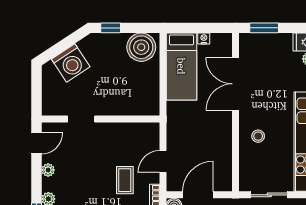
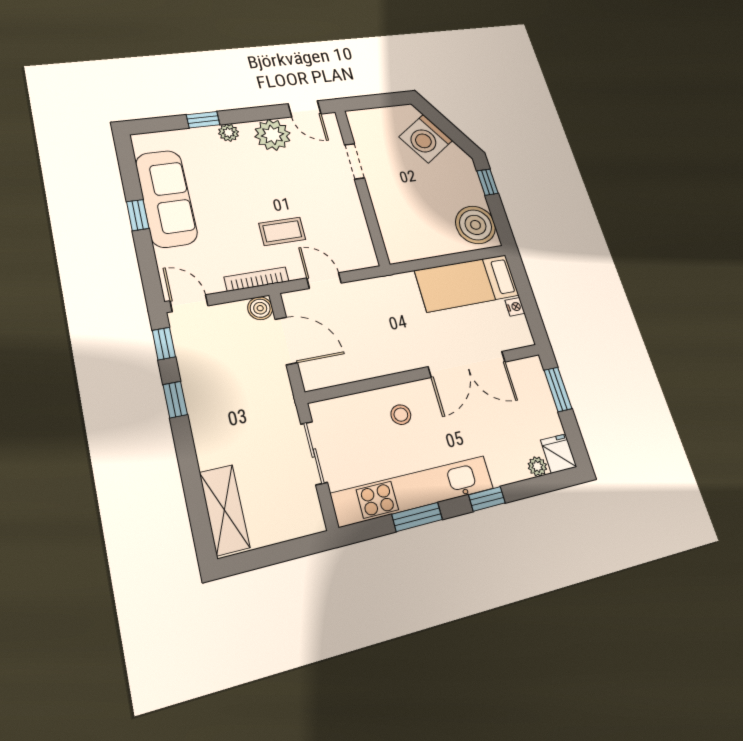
double door: (236, 84) -> (467, 364), swing flipped
plant: (48, 170) -> (273, 135), width x1.88, depth x1.88

